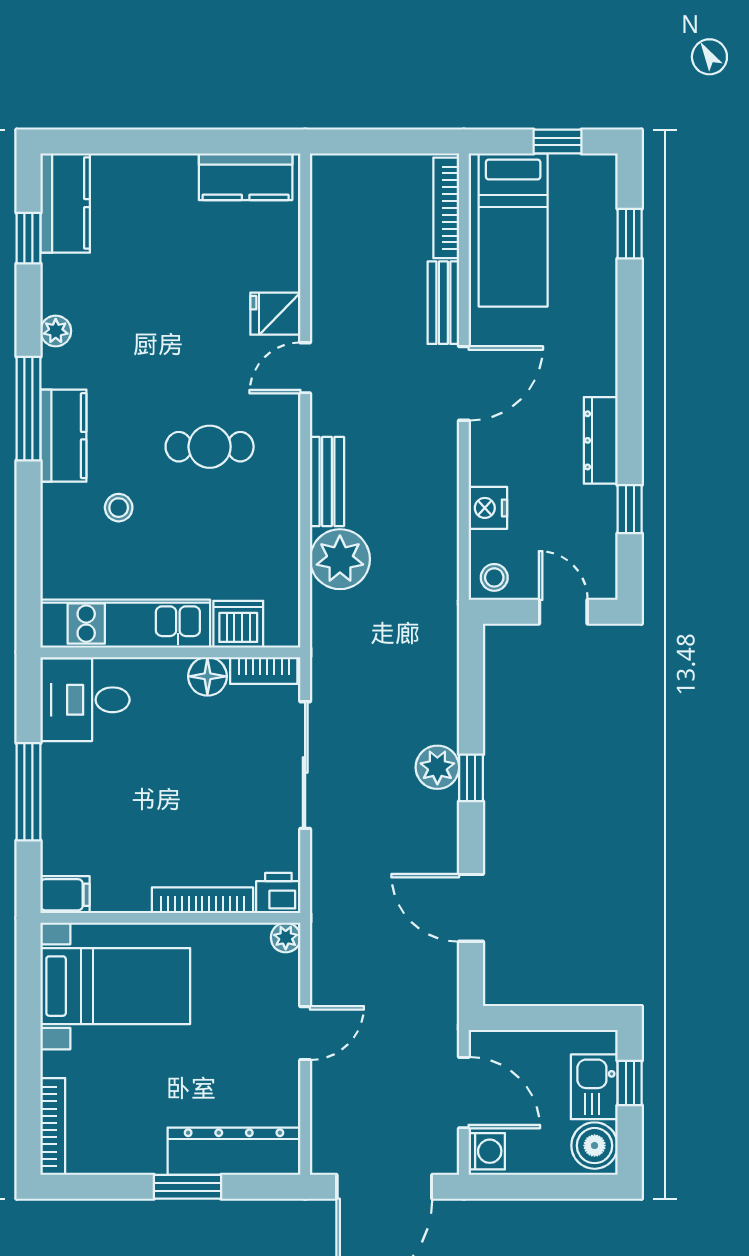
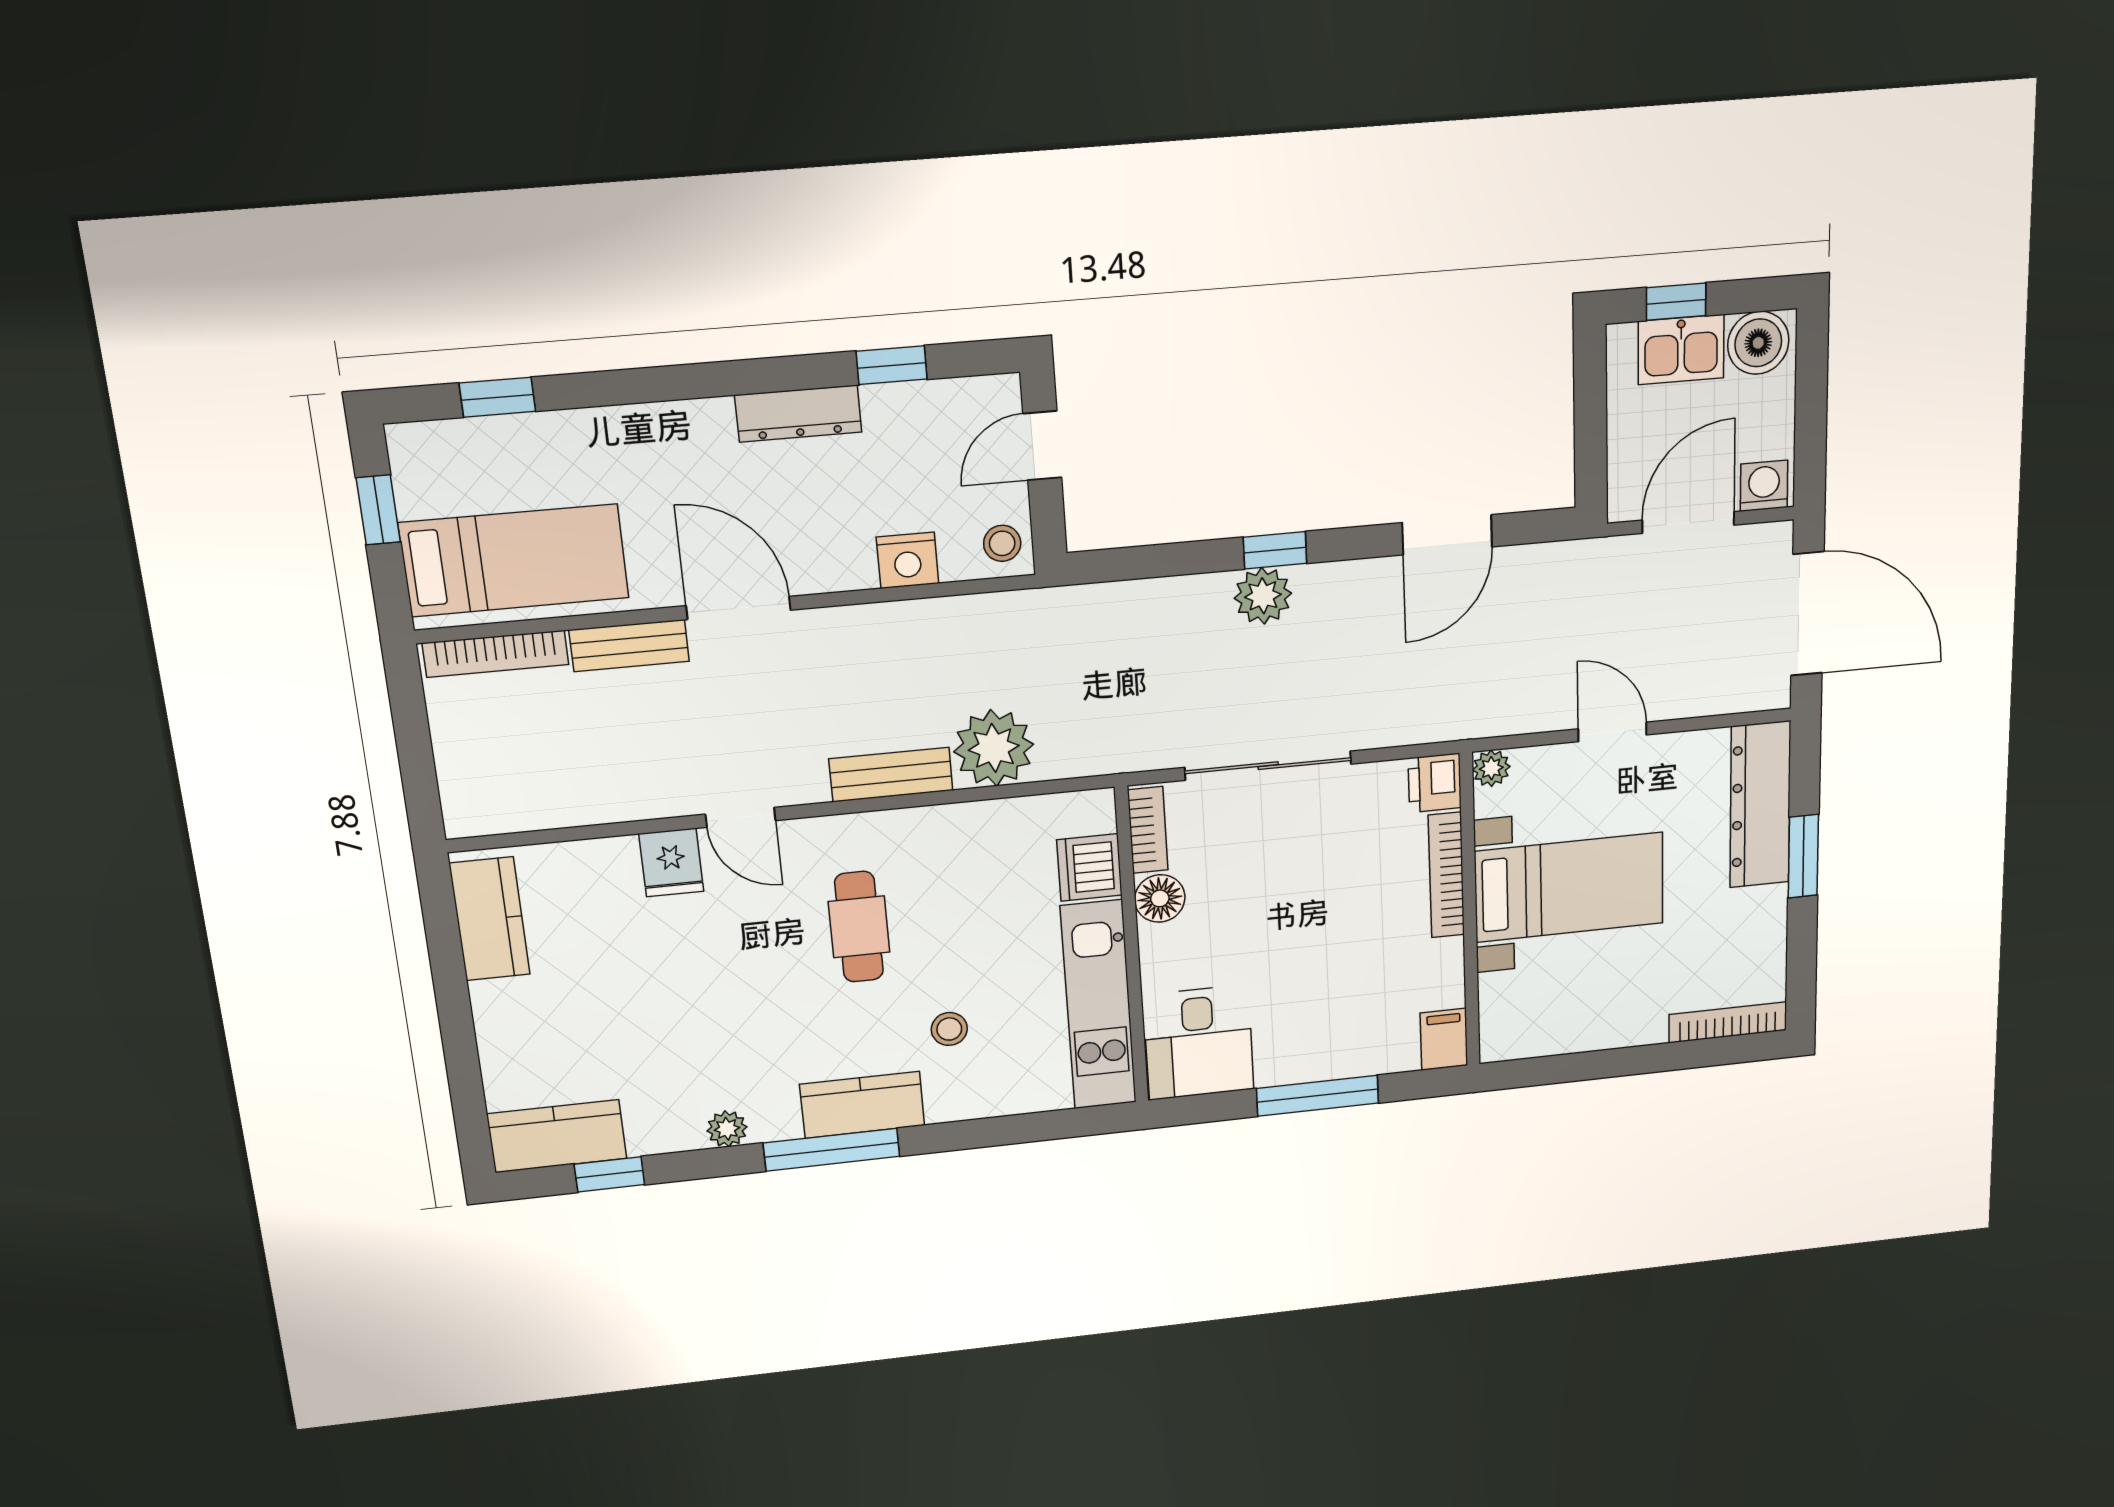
bed with nightstands: (115, 986) -> (1569, 887), moved, turned 90

